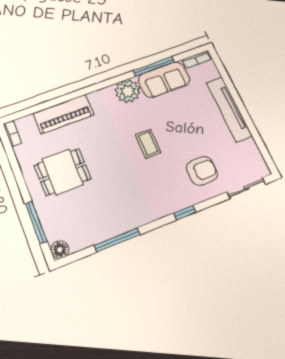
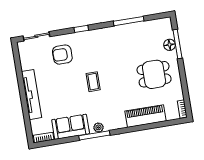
window: (154, 66) -> (94, 135), moved
plant: (128, 91) -> (98, 127), width x0.53, depth x0.53
floor lamp: (60, 250) -> (169, 45), moved

